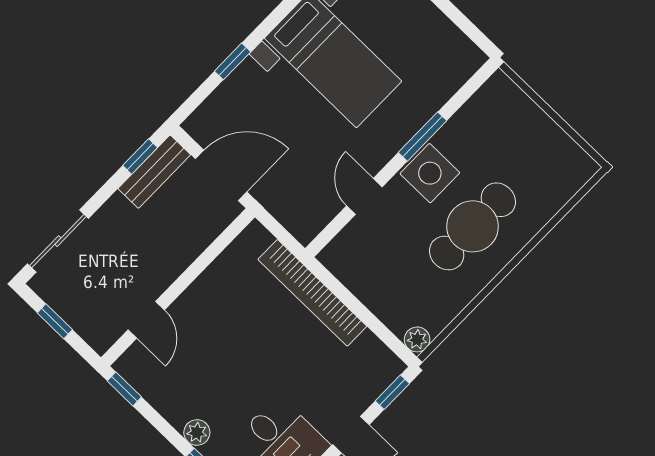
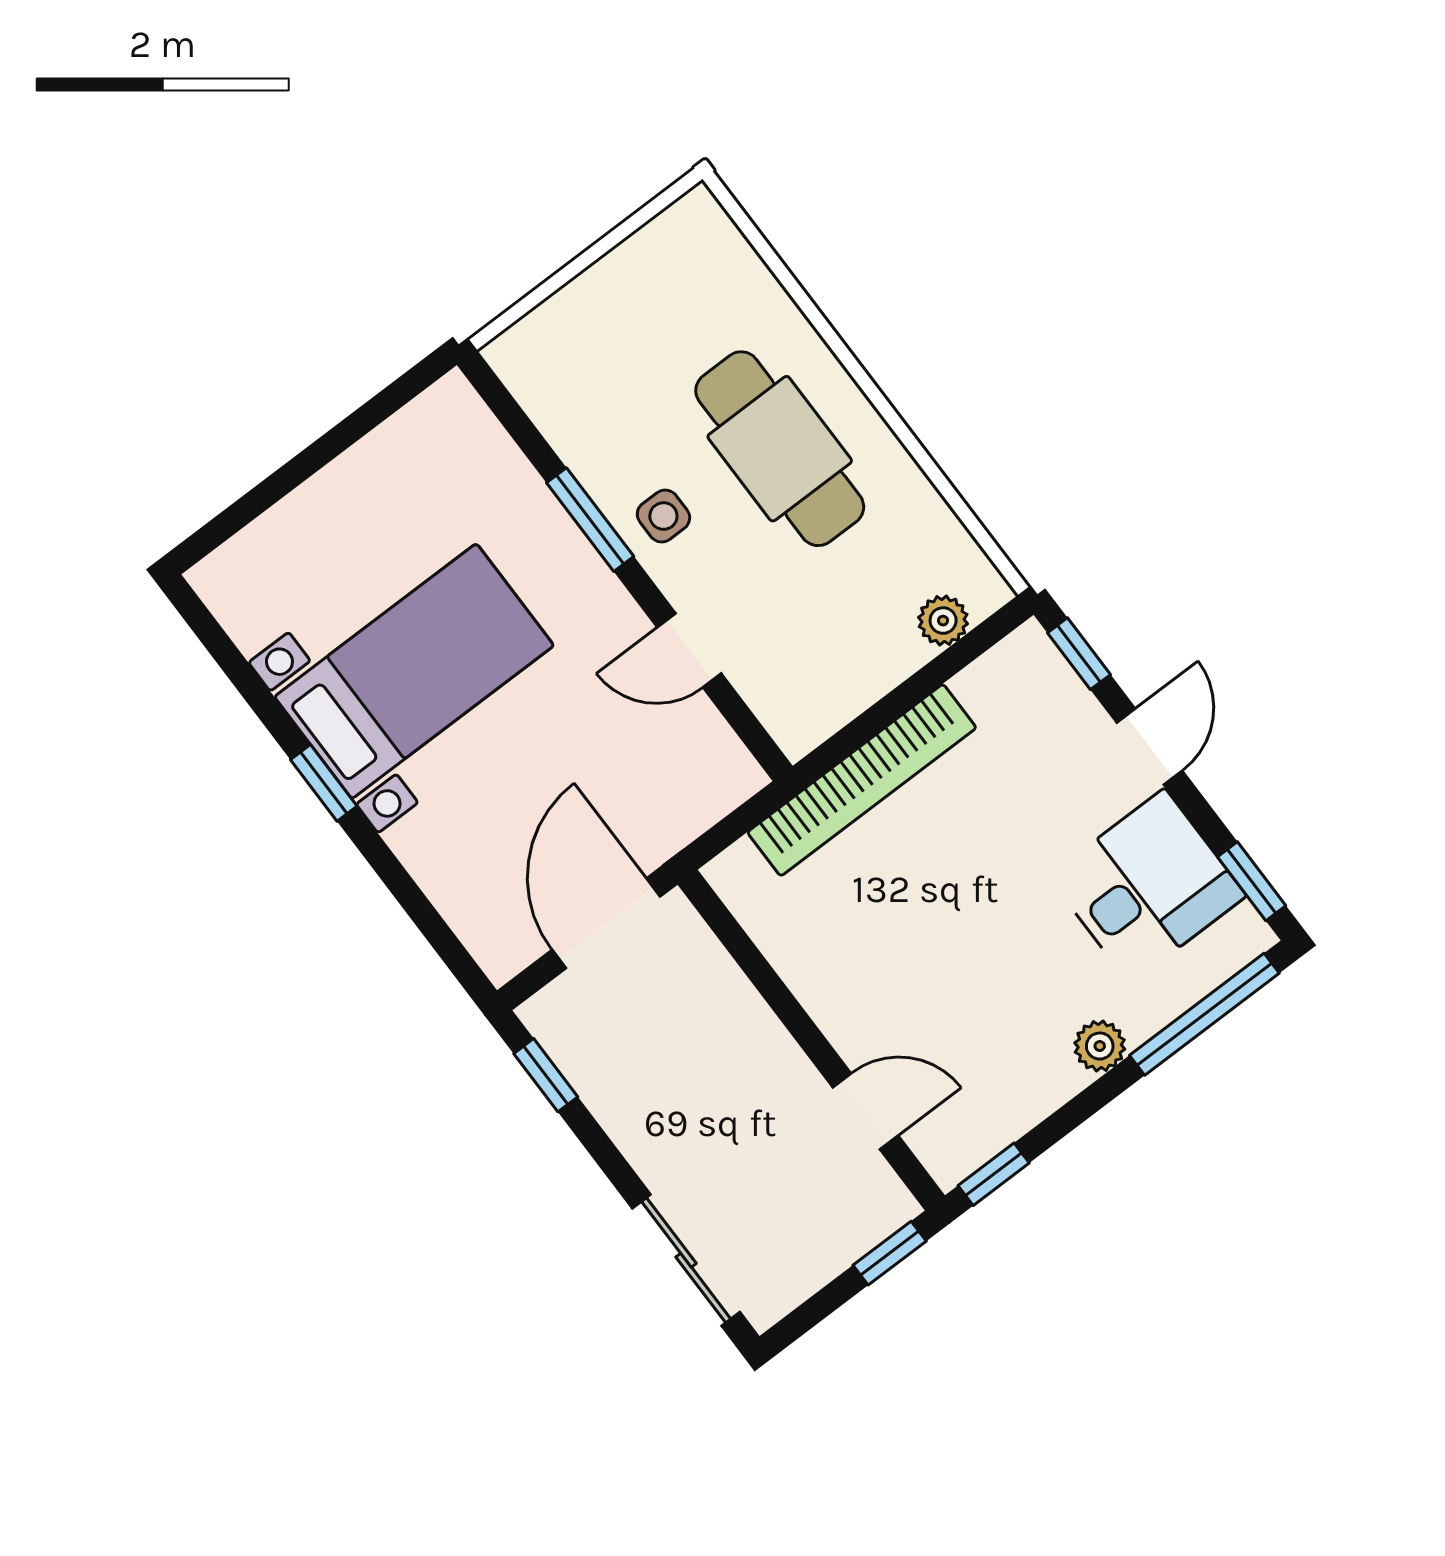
window: (233, 61) -> (324, 783), moved
bench: (154, 172) -> (579, 1052), removed
side table: (430, 173) -> (663, 516), width x0.54, depth x0.54
window: (55, 321) -> (890, 1253), moved
plant: (417, 339) -> (943, 621), moved

